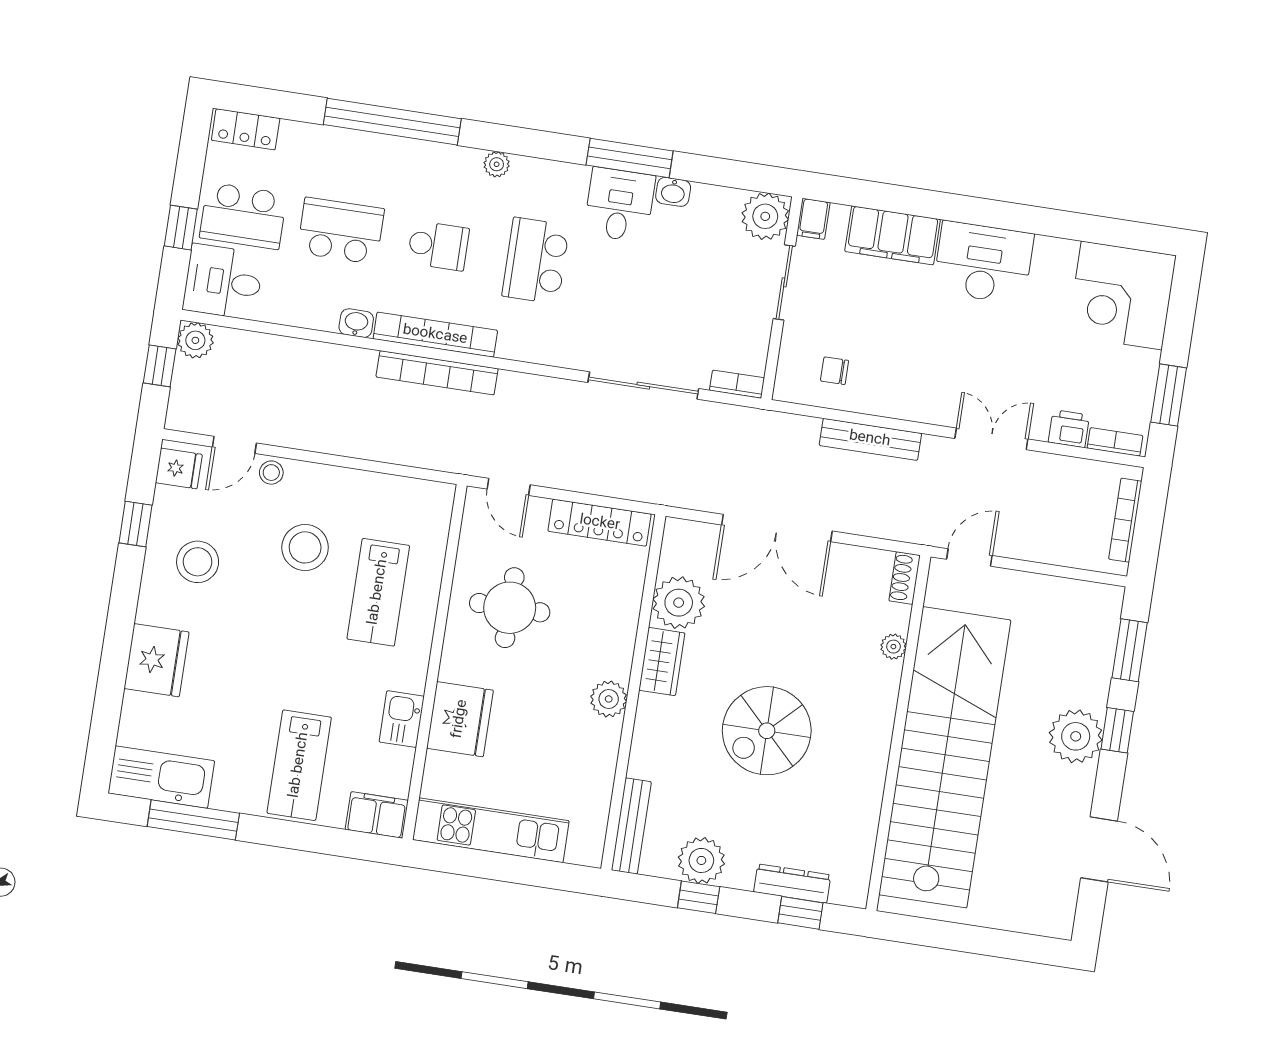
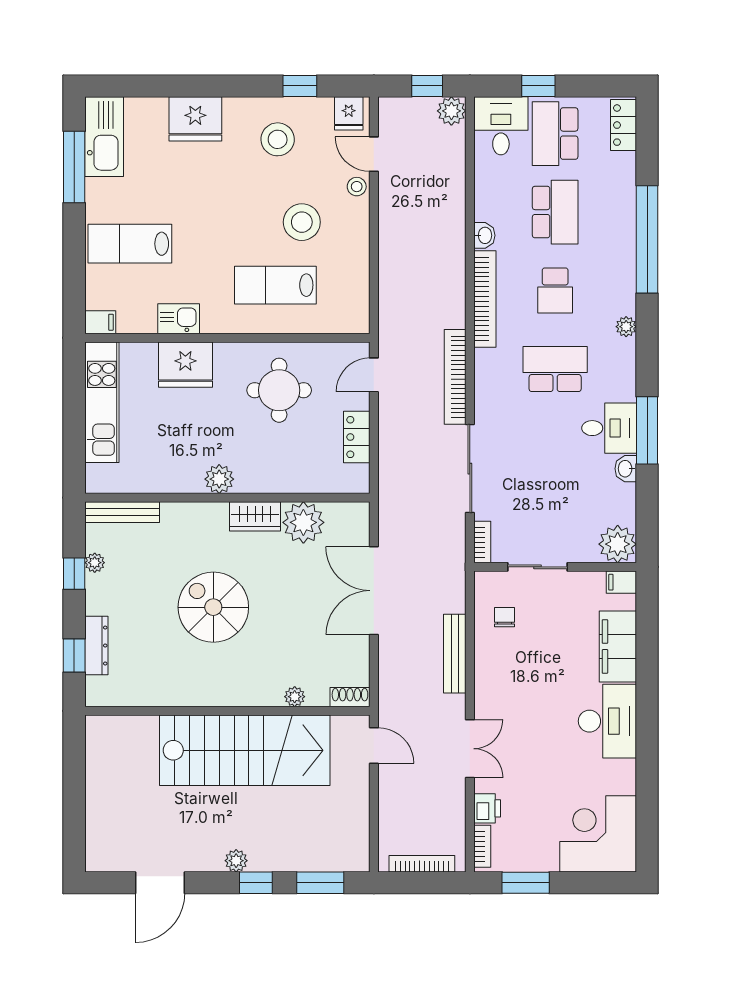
sliding door: (784, 282) -> (537, 567), moved
bookcase: (437, 373) -> (455, 377), moved
locker: (600, 523) -> (357, 437), width x0.66
plant: (1076, 736) -> (236, 861), width x0.53, depth x0.53
stairs: (945, 757) -> (245, 750), width x0.73
filing cabinet: (377, 815) -> (100, 322), width x0.50
plant: (701, 860) -> (95, 563), width x0.53, depth x0.53

